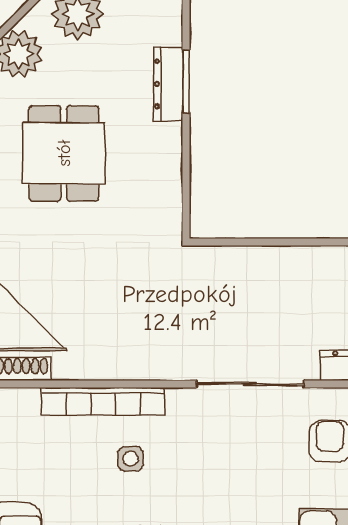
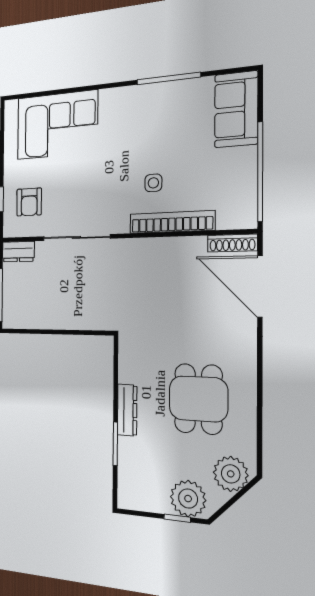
dresser: (168, 84) -> (127, 410), moved

